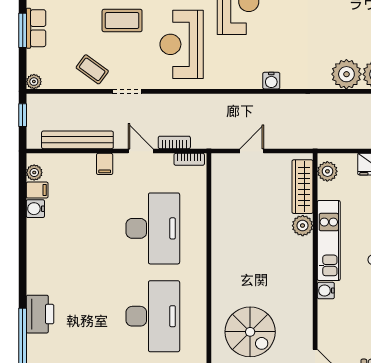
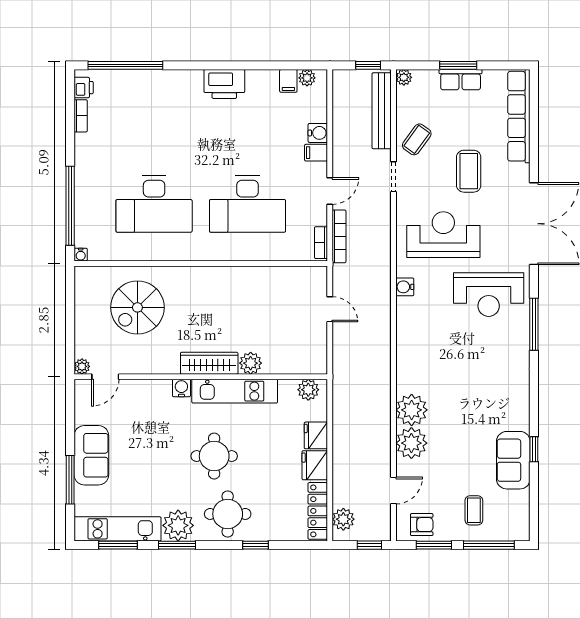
water cooler: (271, 81) -> (405, 287), moved
bench: (77, 140) -> (382, 111), moved
bookcase: (174, 142) -> (339, 236), width x1.56
wardrobe: (303, 187) -> (209, 363), moved
water cooler: (35, 209) -> (318, 133), moved, turned 90
printer: (40, 314) -> (224, 84), moved

